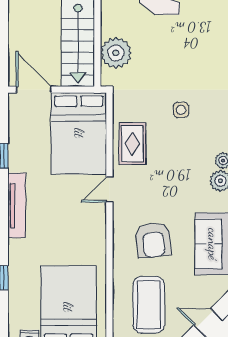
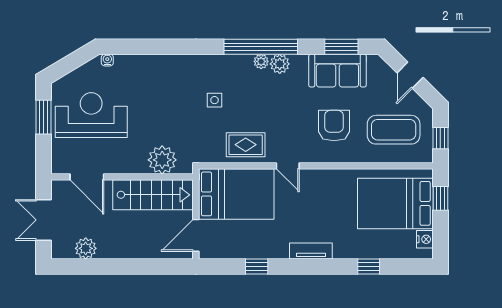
tv unit: (17, 205) -> (311, 251), width x0.71
armchair: (153, 240) -> (334, 126), turned -84

